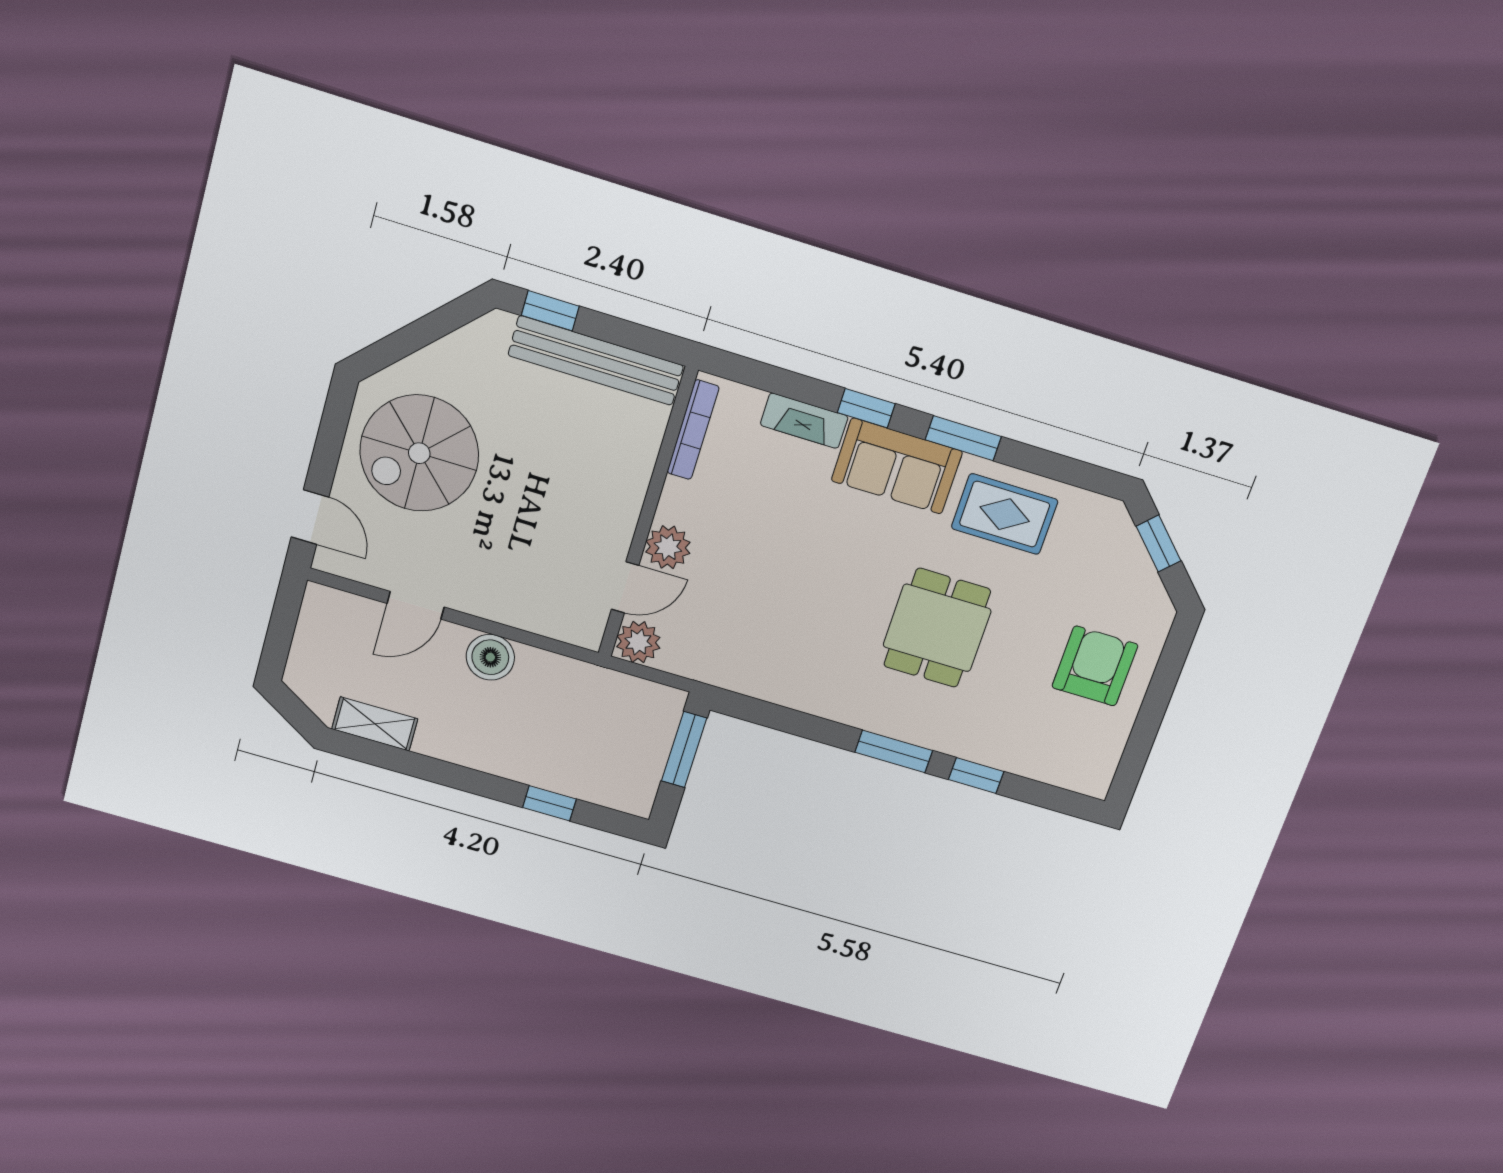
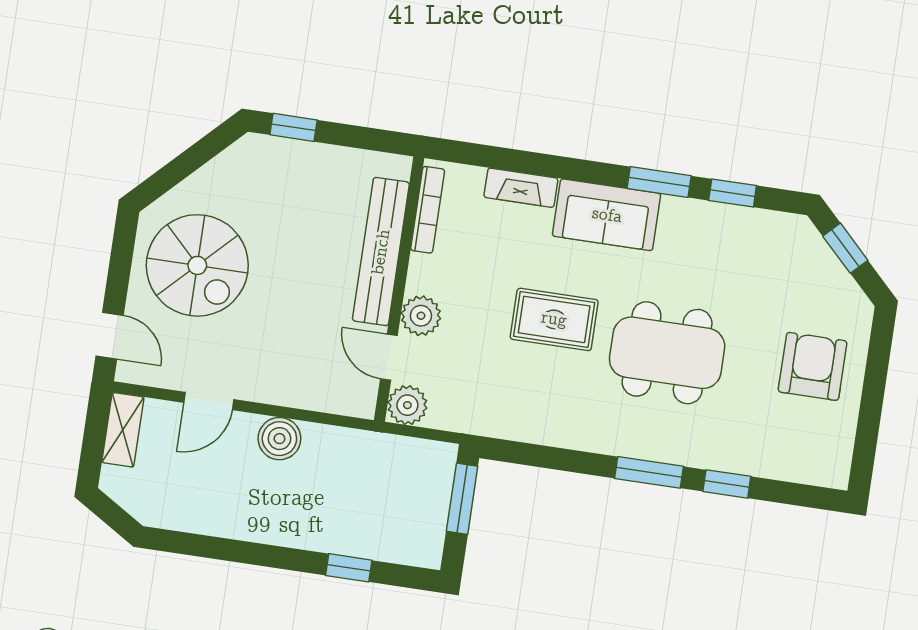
bench: (596, 360) -> (381, 252), moved, turned 90
window: (866, 408) -> (733, 193), moved
spiral stairs: (419, 453) -> (197, 265), turned -90
rug: (1005, 514) -> (554, 319), moved
door: (625, 587) -> (389, 357), swing flipped
dining table: (937, 628) -> (667, 353), width x1.38
shelving: (375, 724) -> (123, 430), moved, turned 90

